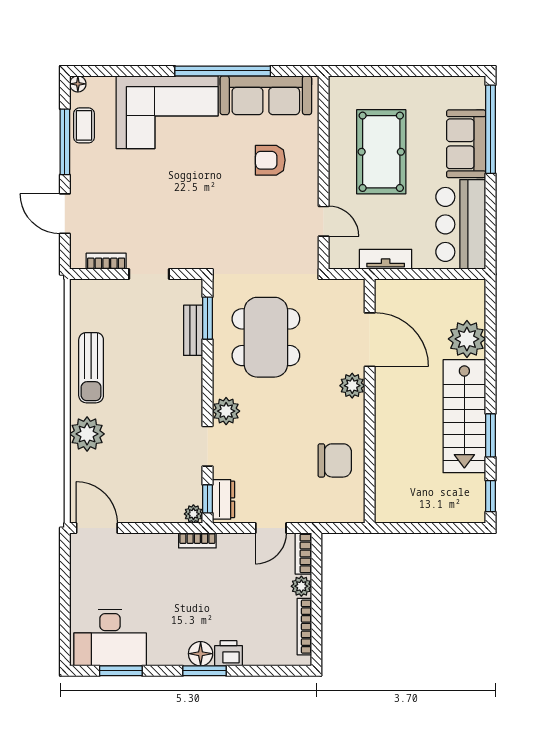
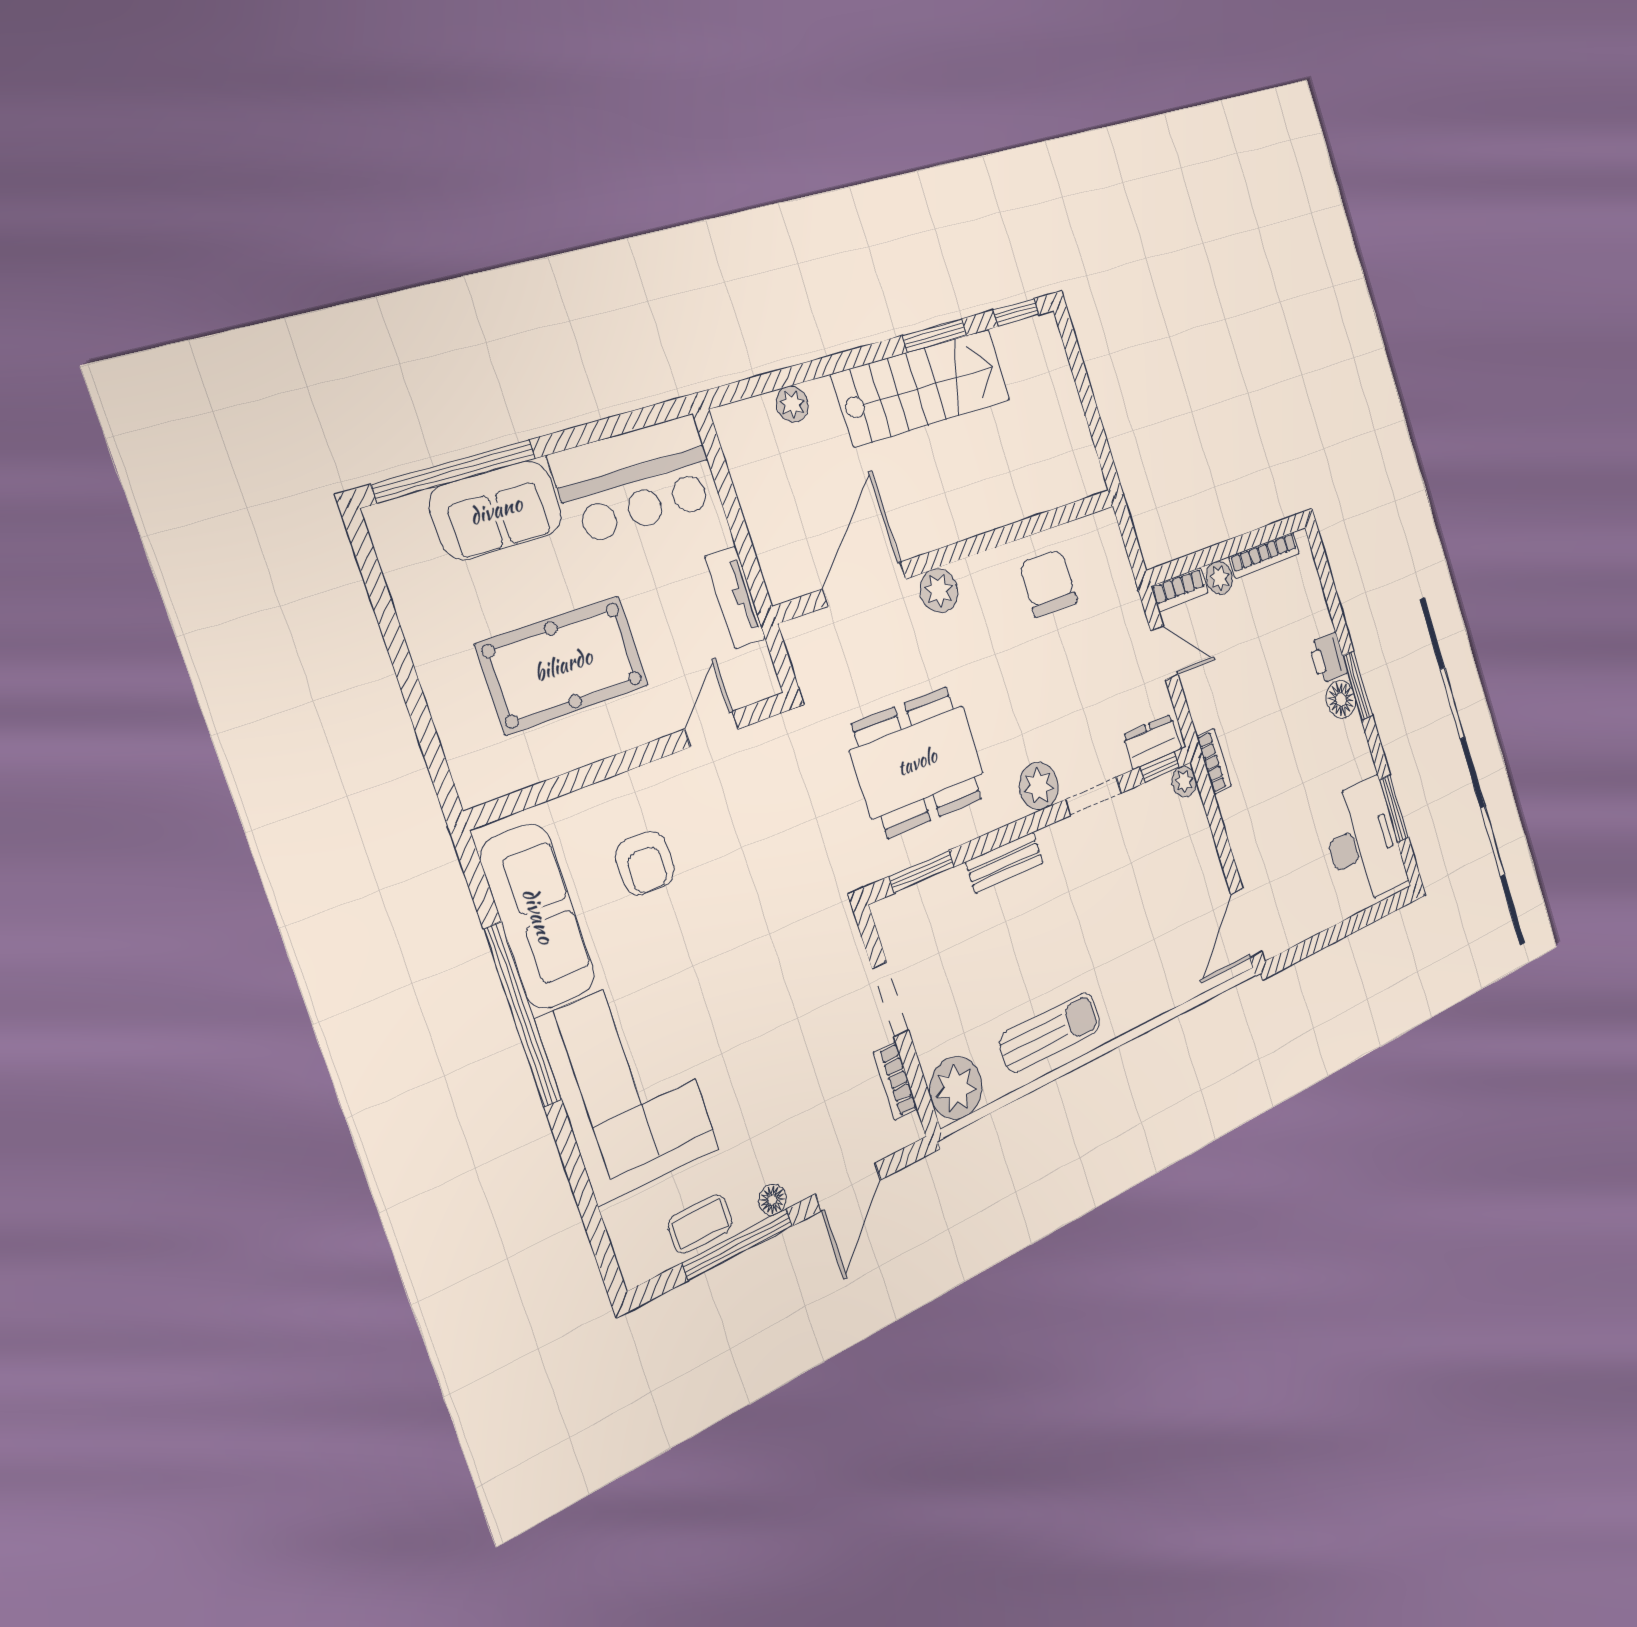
floor lamp: (78, 84) -> (772, 1200), moved
bench: (193, 330) -> (1004, 862), moved
plant: (467, 339) -> (792, 404), width x0.53, depth x0.53
plant: (87, 434) -> (956, 1088), moved

